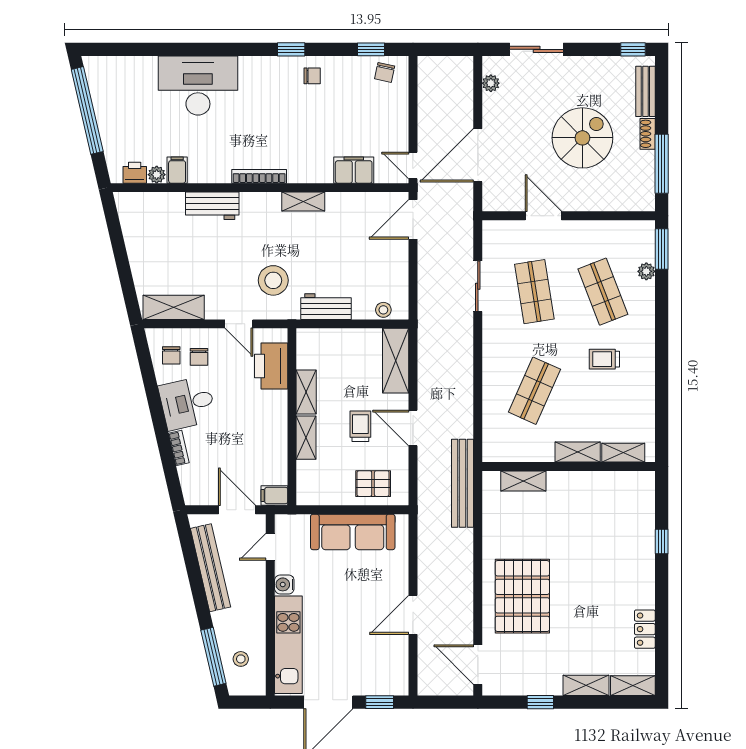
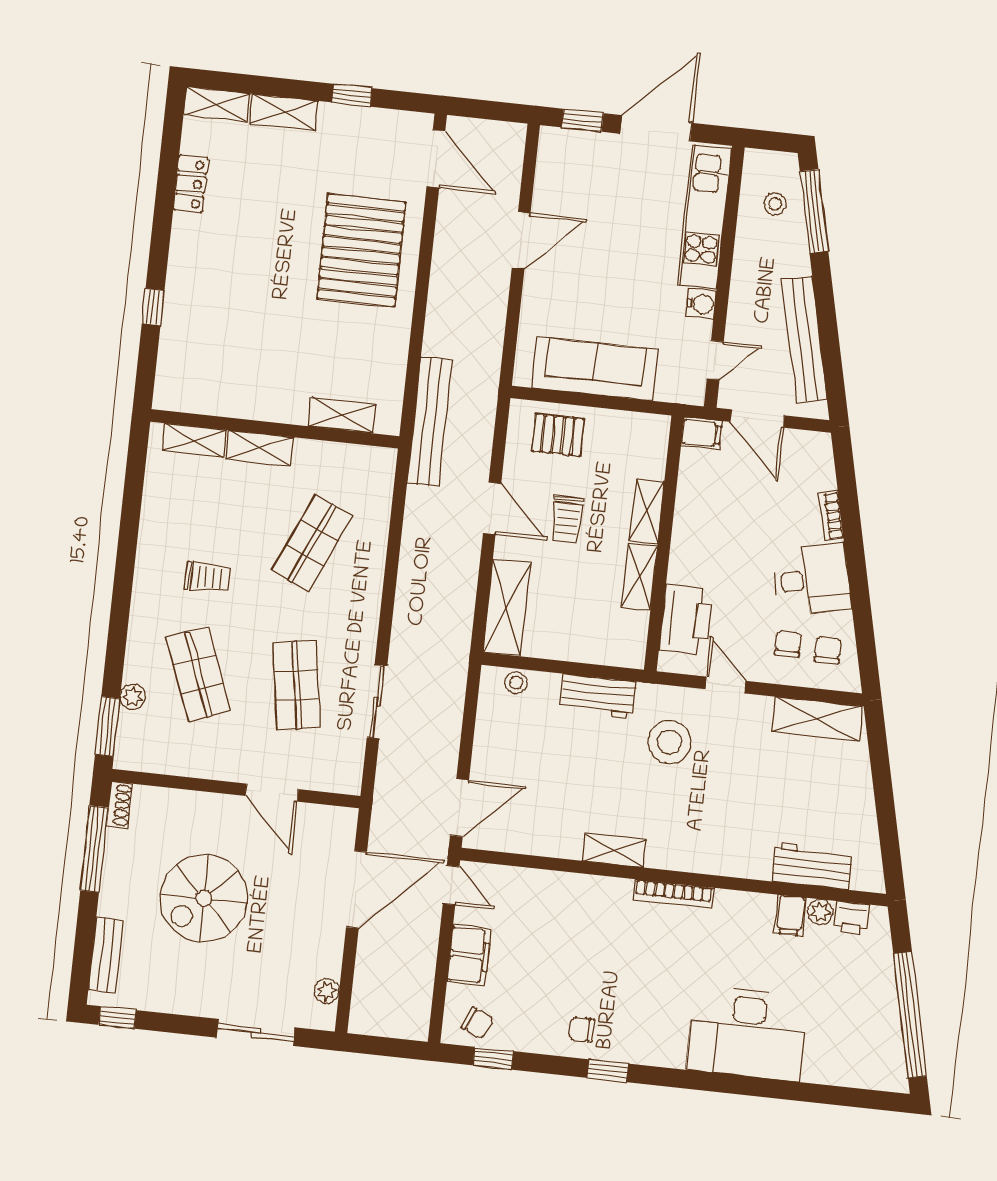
chair: (385, 72) -> (477, 1023), turned 102
shoe rack: (648, 134) -> (119, 805), moved
filing cabinet: (354, 170) -> (469, 955), moved, turned -90
workbench: (212, 206) -> (812, 866), moved

